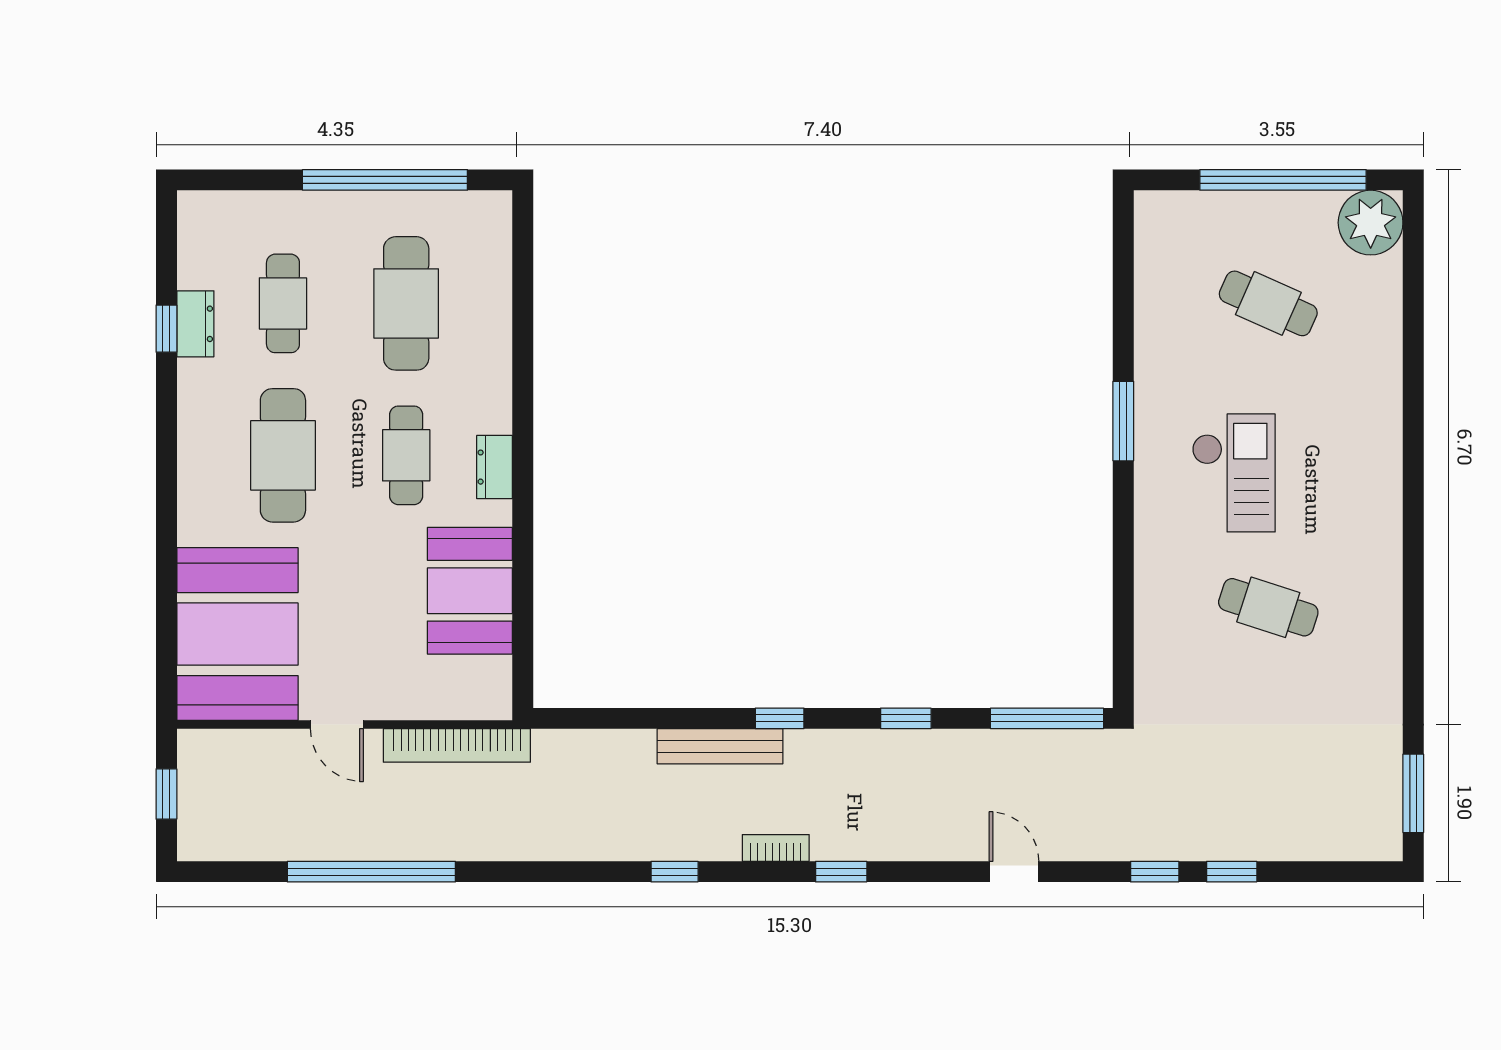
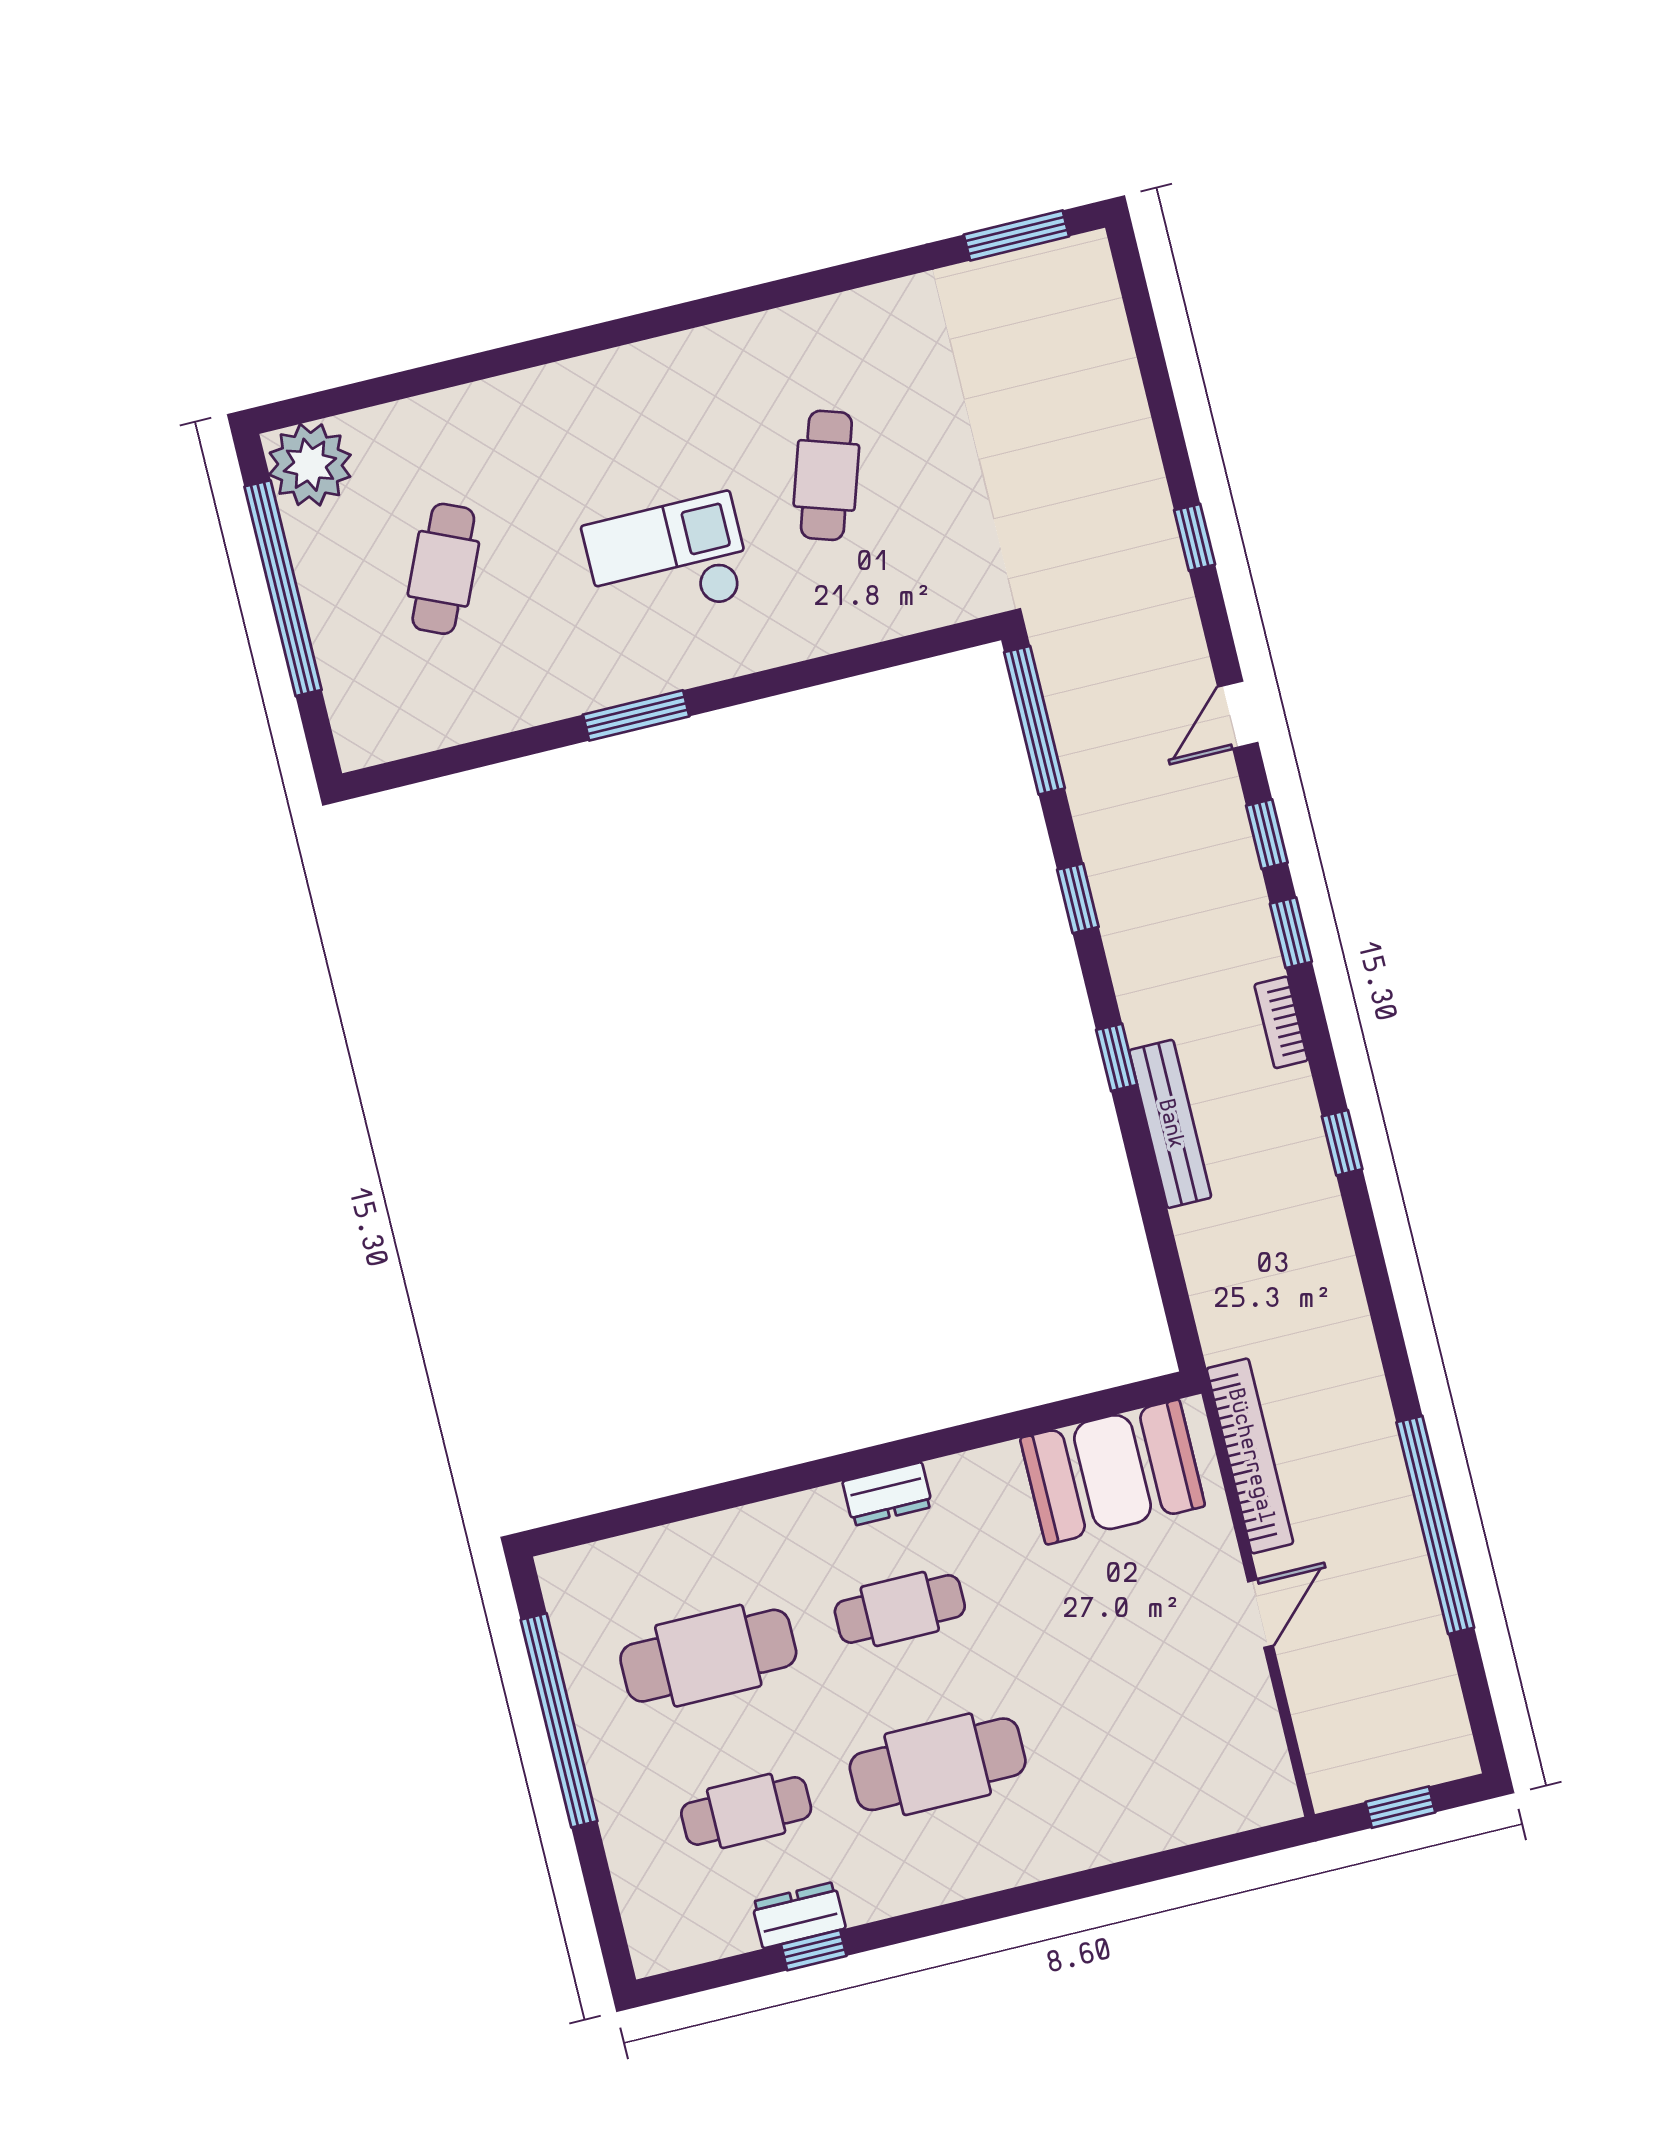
booth: (470, 591) -> (1113, 1472), moved
booth: (237, 634) -> (1177, 1767), removed
window: (1232, 872) -> (1267, 834), moved

